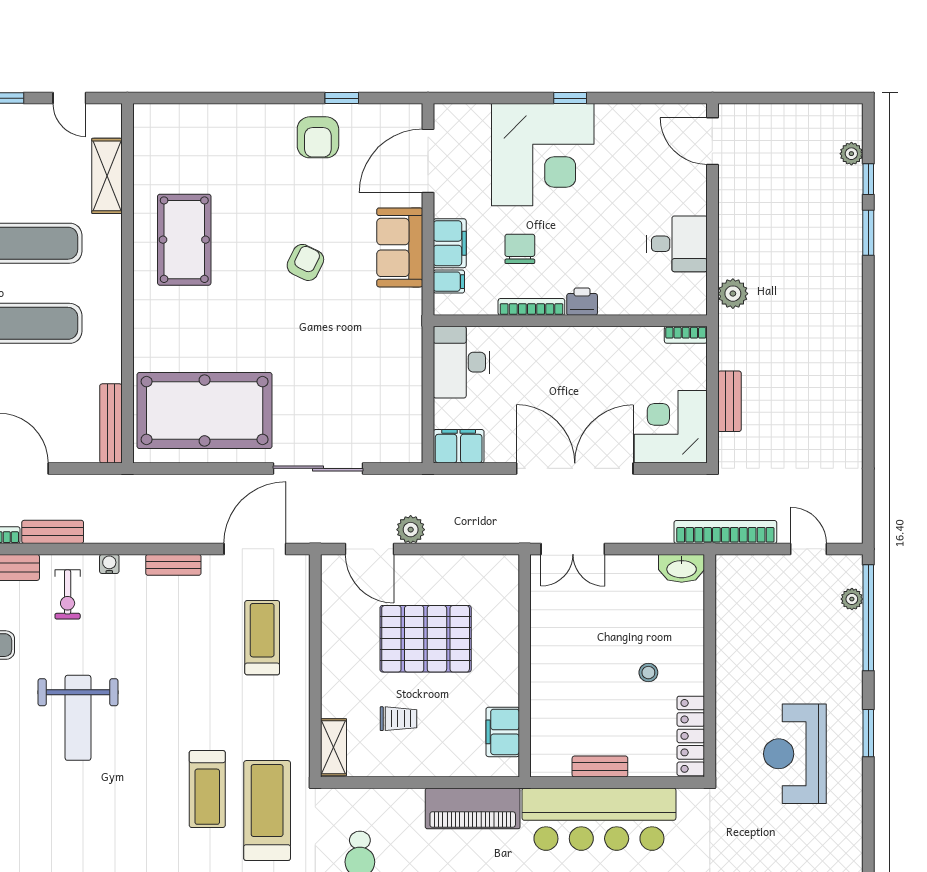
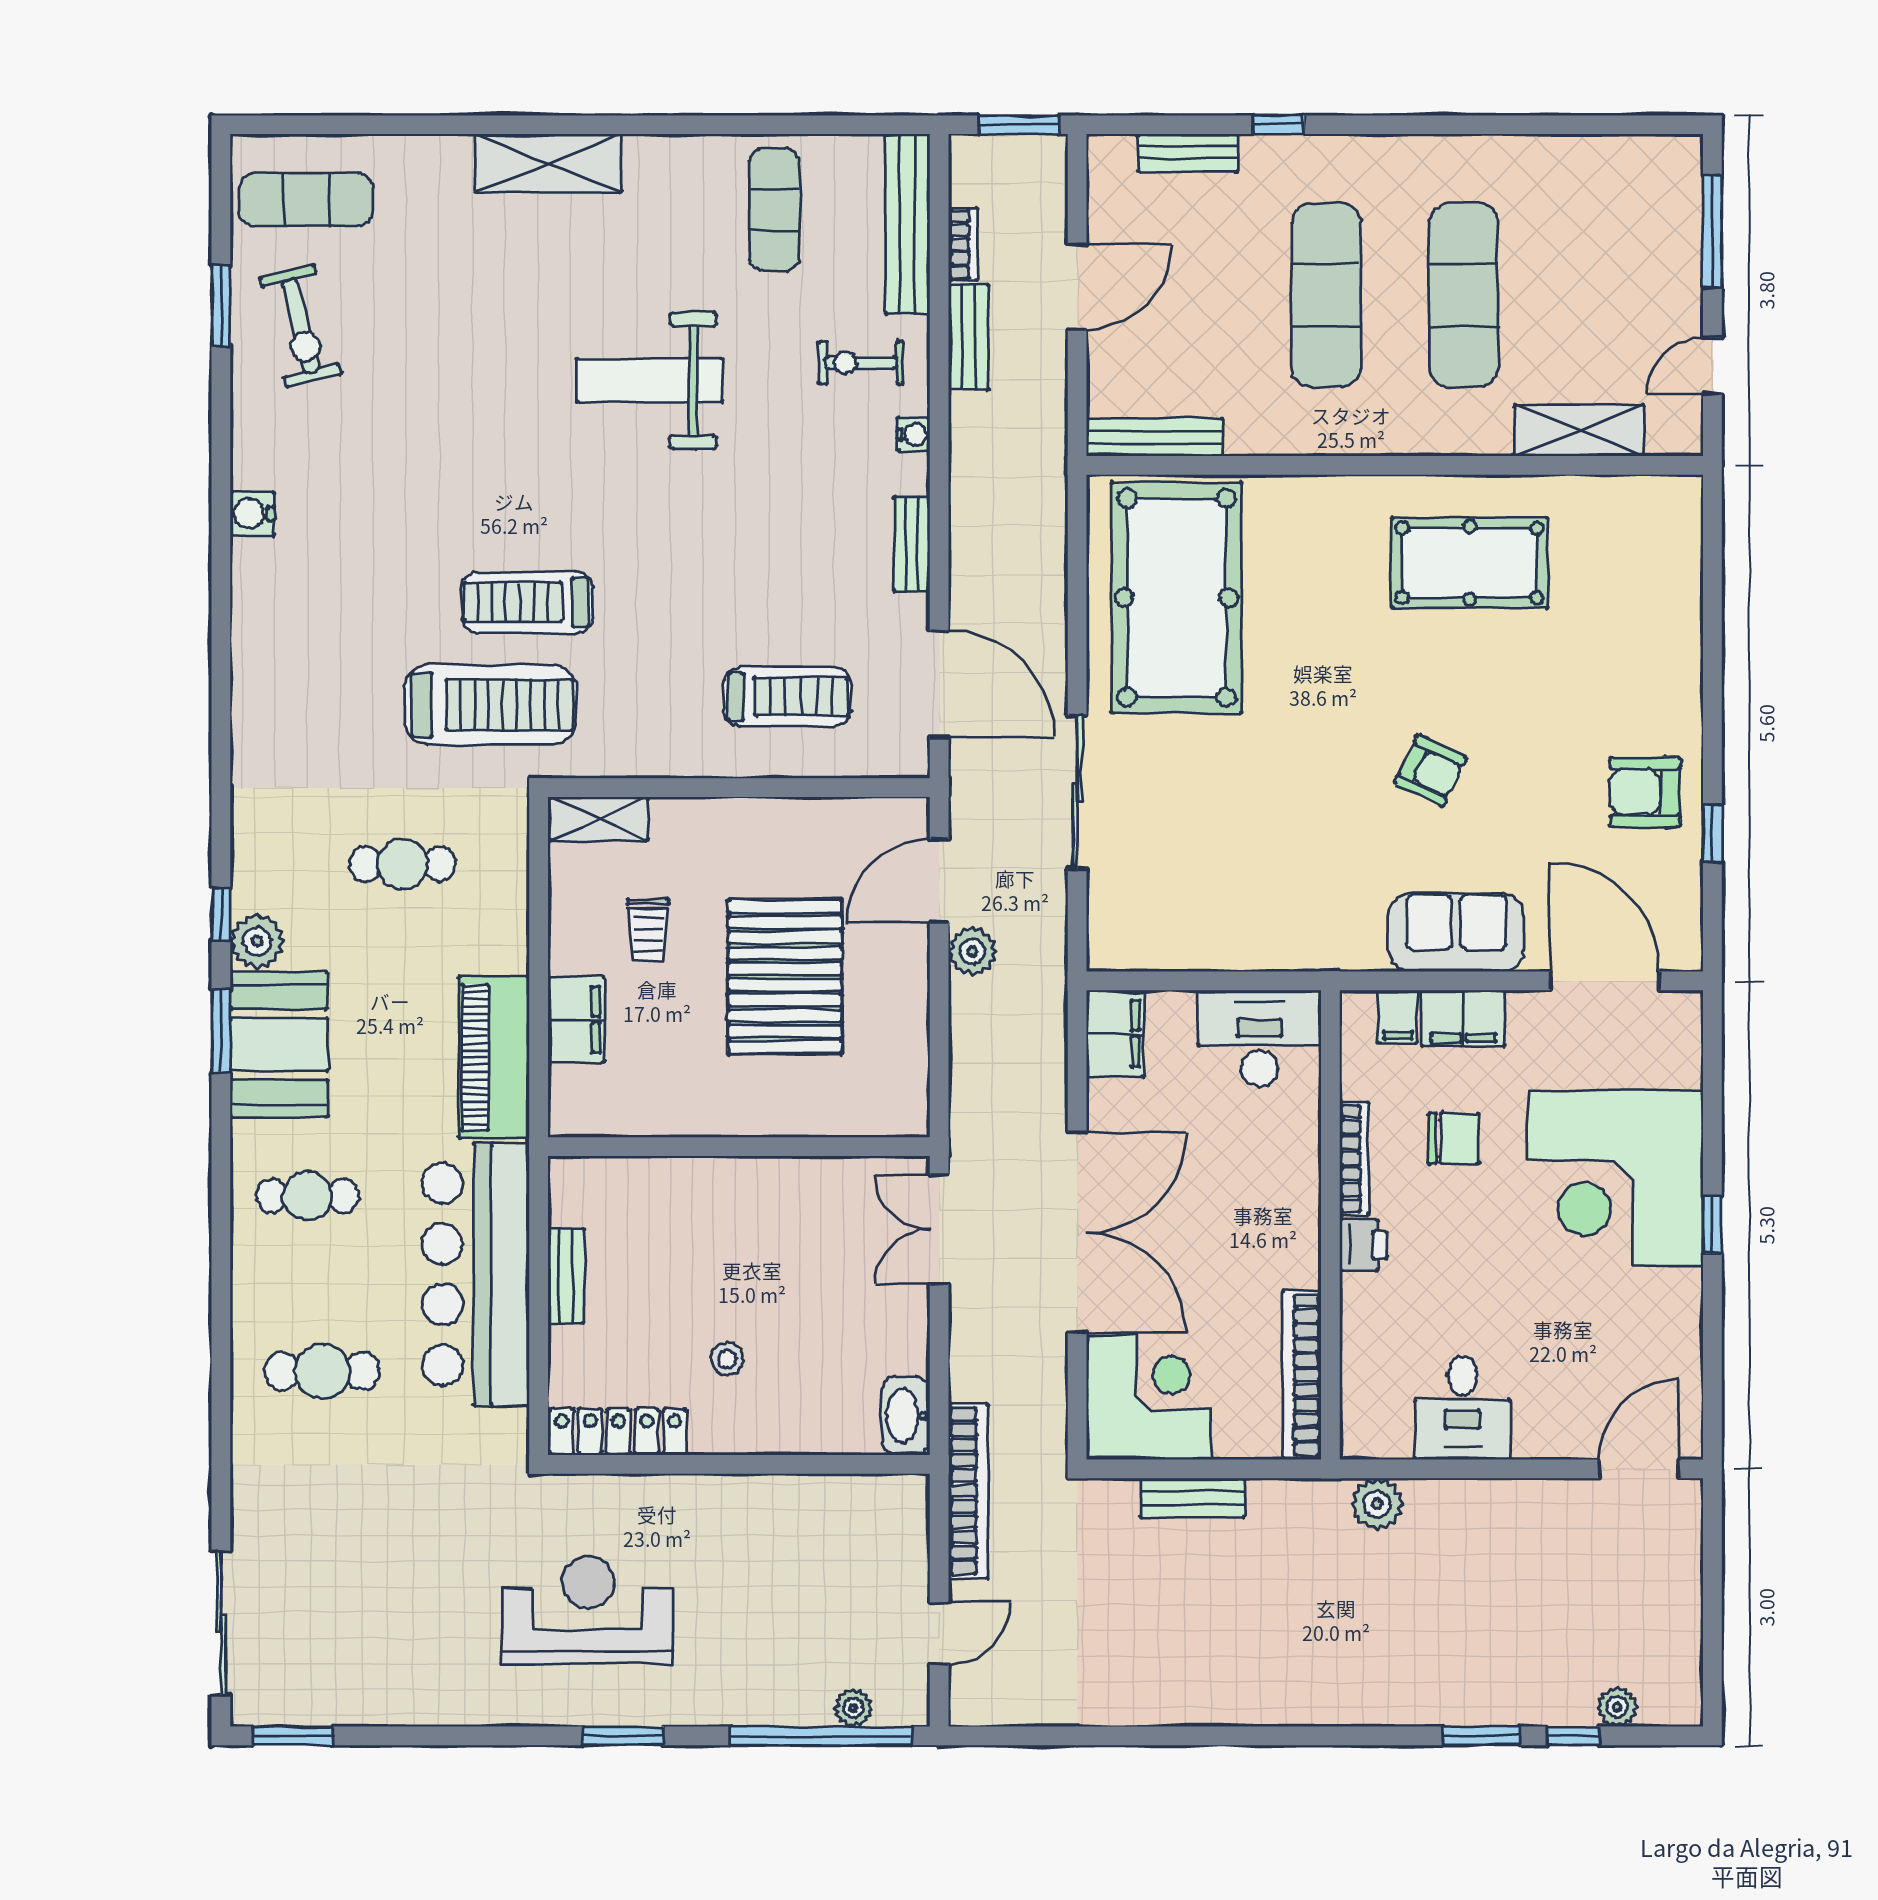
bookcase: (686, 335) -> (1302, 1375), width x2.31, depth x1.31
filing cabinet: (503, 732) -> (576, 1020), moved, turned 90

